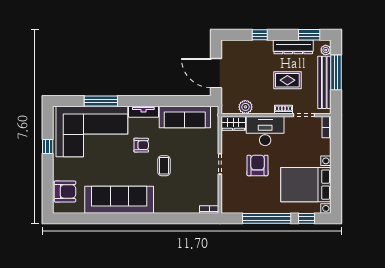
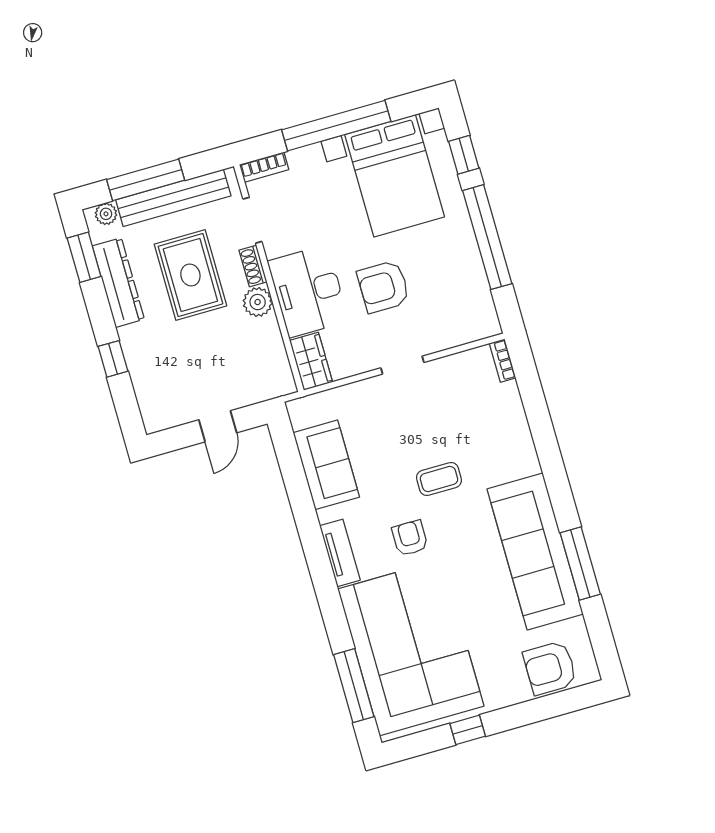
door: (216, 73) -> (218, 426), width x0.53
rug: (287, 80) -> (190, 275), width x1.36, depth x1.43
window: (101, 101) -> (354, 686), moved
plant: (245, 107) -> (258, 302), moved
sofa: (185, 117) -> (326, 465), width x0.73
window: (336, 165) -> (336, 126), added
armchair: (65, 191) -> (550, 668), turned -90
window: (108, 218) -> (580, 564), added

